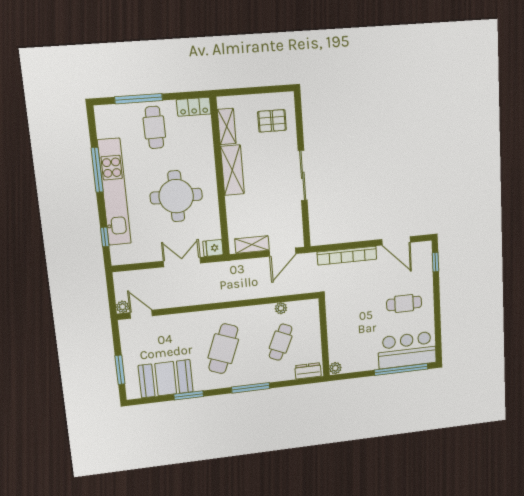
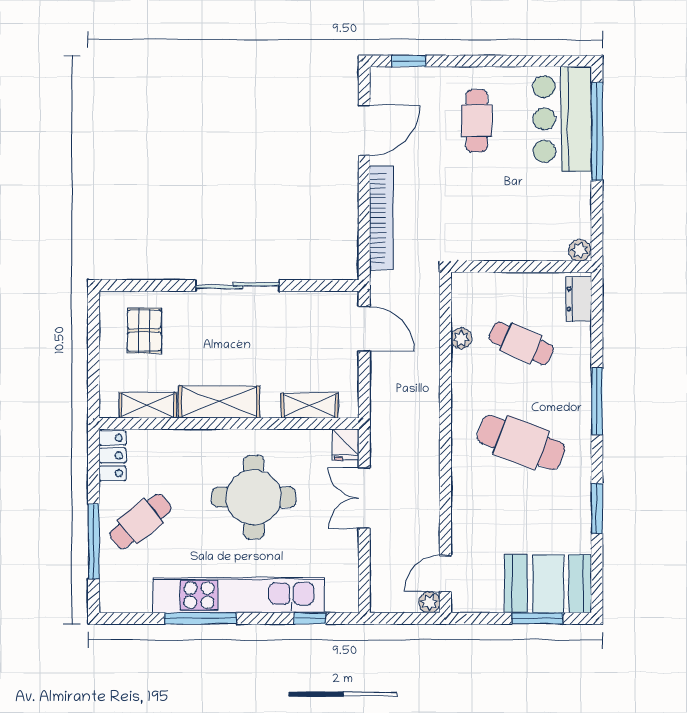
cafe table: (154, 127) -> (140, 521), turned -38
shelving: (252, 245) -> (309, 406), moved, turned 90
booth: (166, 379) -> (548, 584), moved, turned 90

